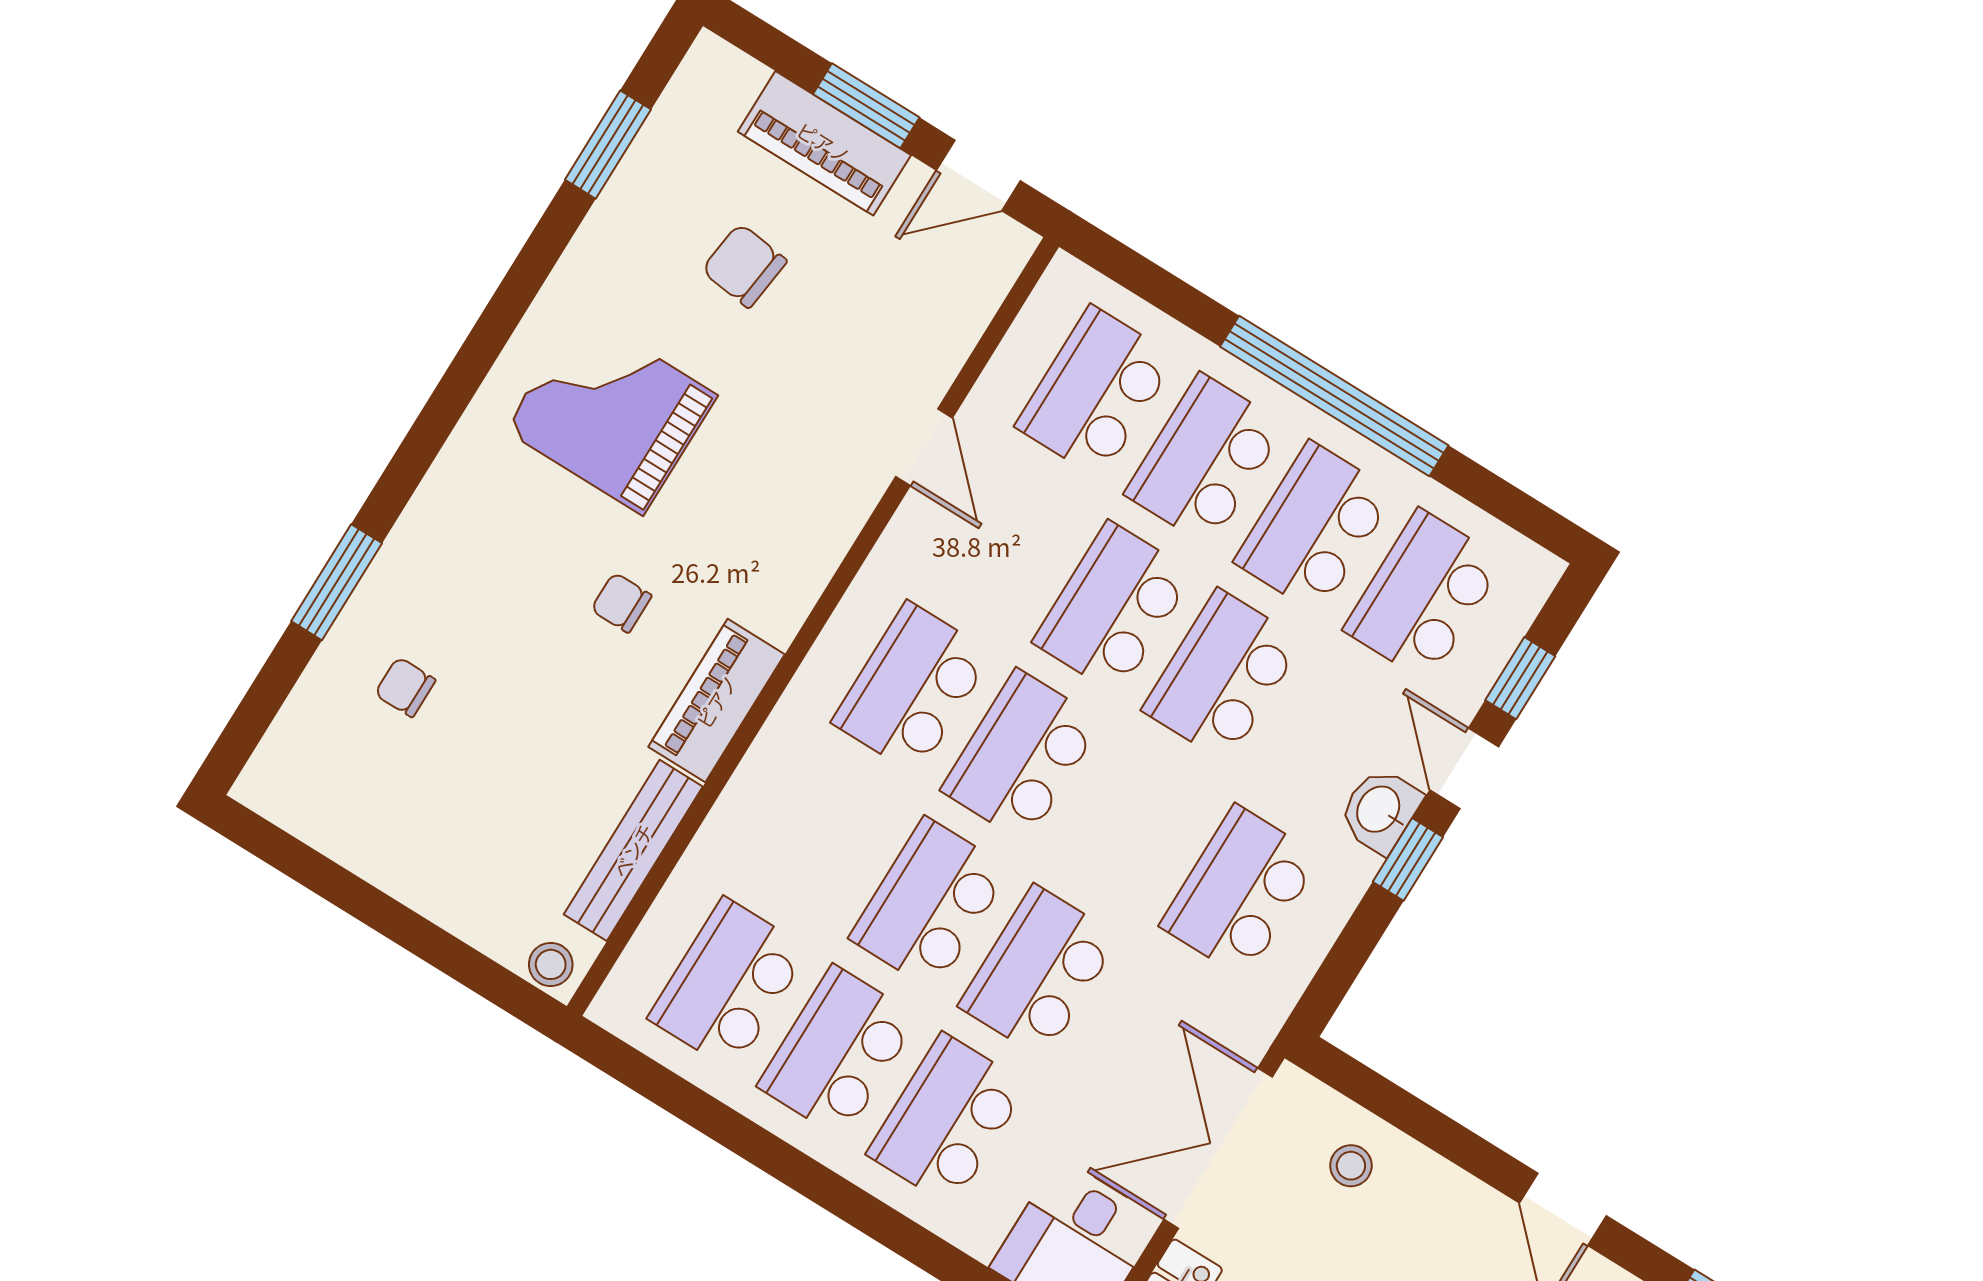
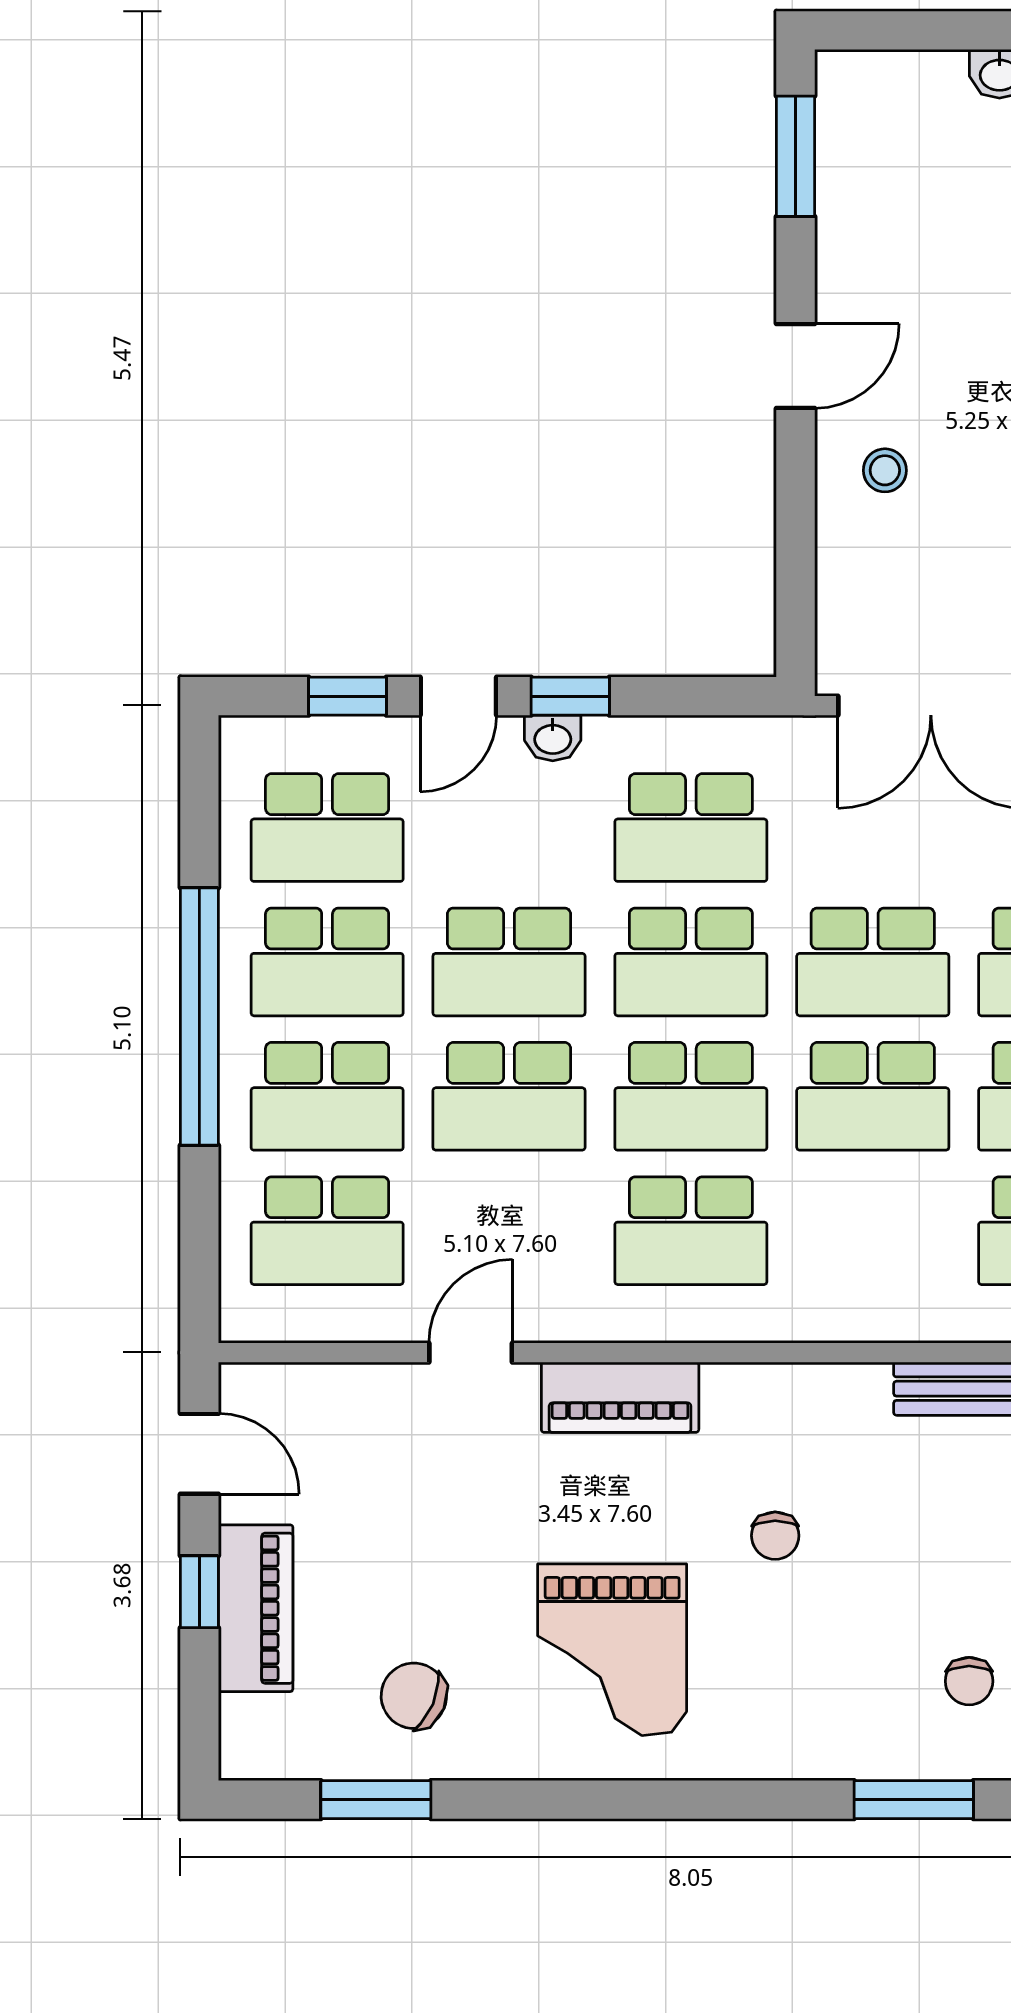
window: (866, 106) -> (199, 1592), width x0.67
chair: (744, 266) -> (414, 1696), moved, turned 106
piano: (717, 701) -> (620, 1397), moved
washbasin: (1380, 810) -> (553, 738), width x0.72, depth x0.69
school desk: (1131, 824) -> (691, 962), added
stool: (1351, 1166) -> (885, 470), moved

